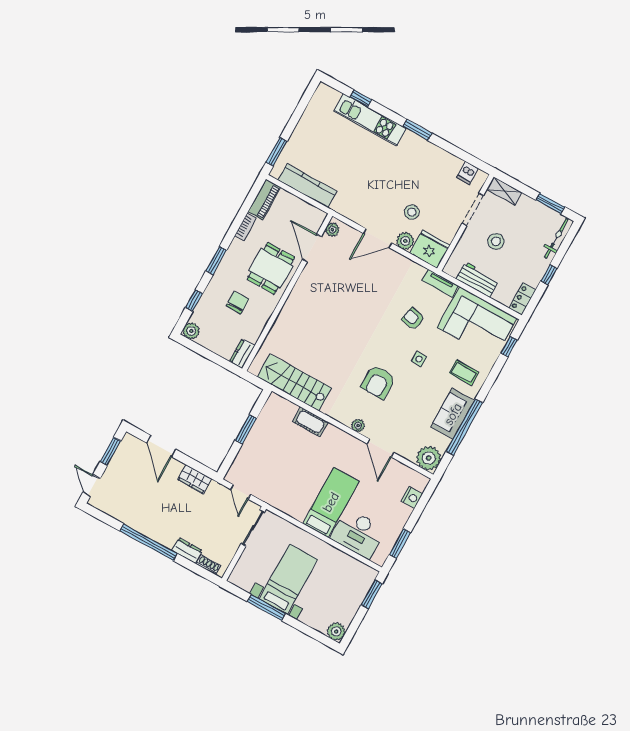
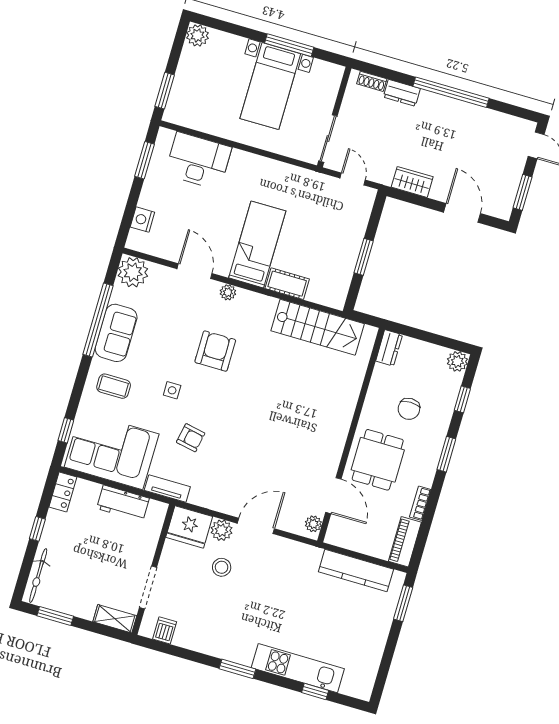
stool: (496, 241) -> (111, 555), removed
bed: (331, 502) -> (257, 244), moved, turned 180

